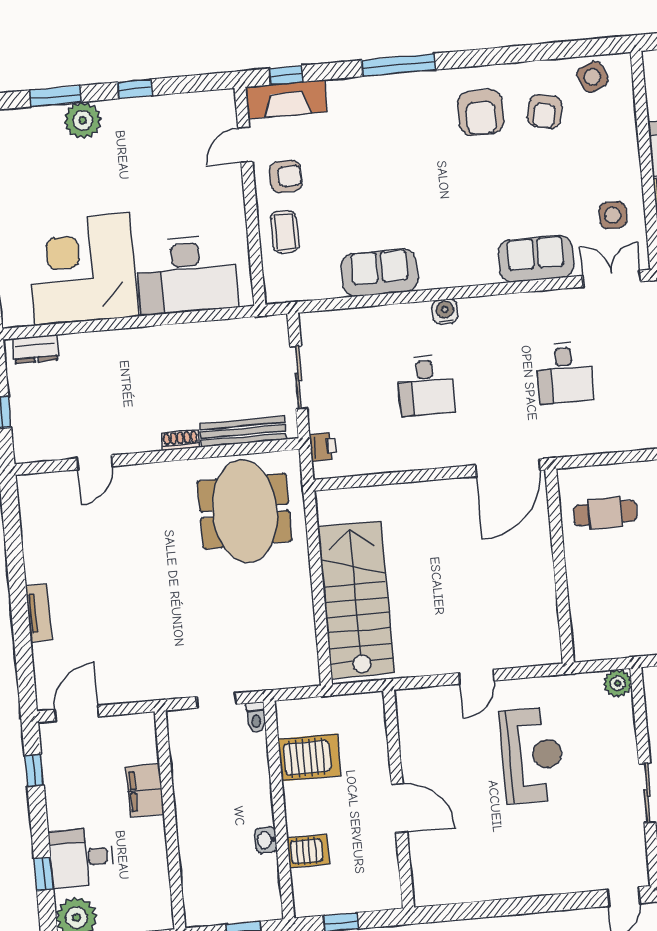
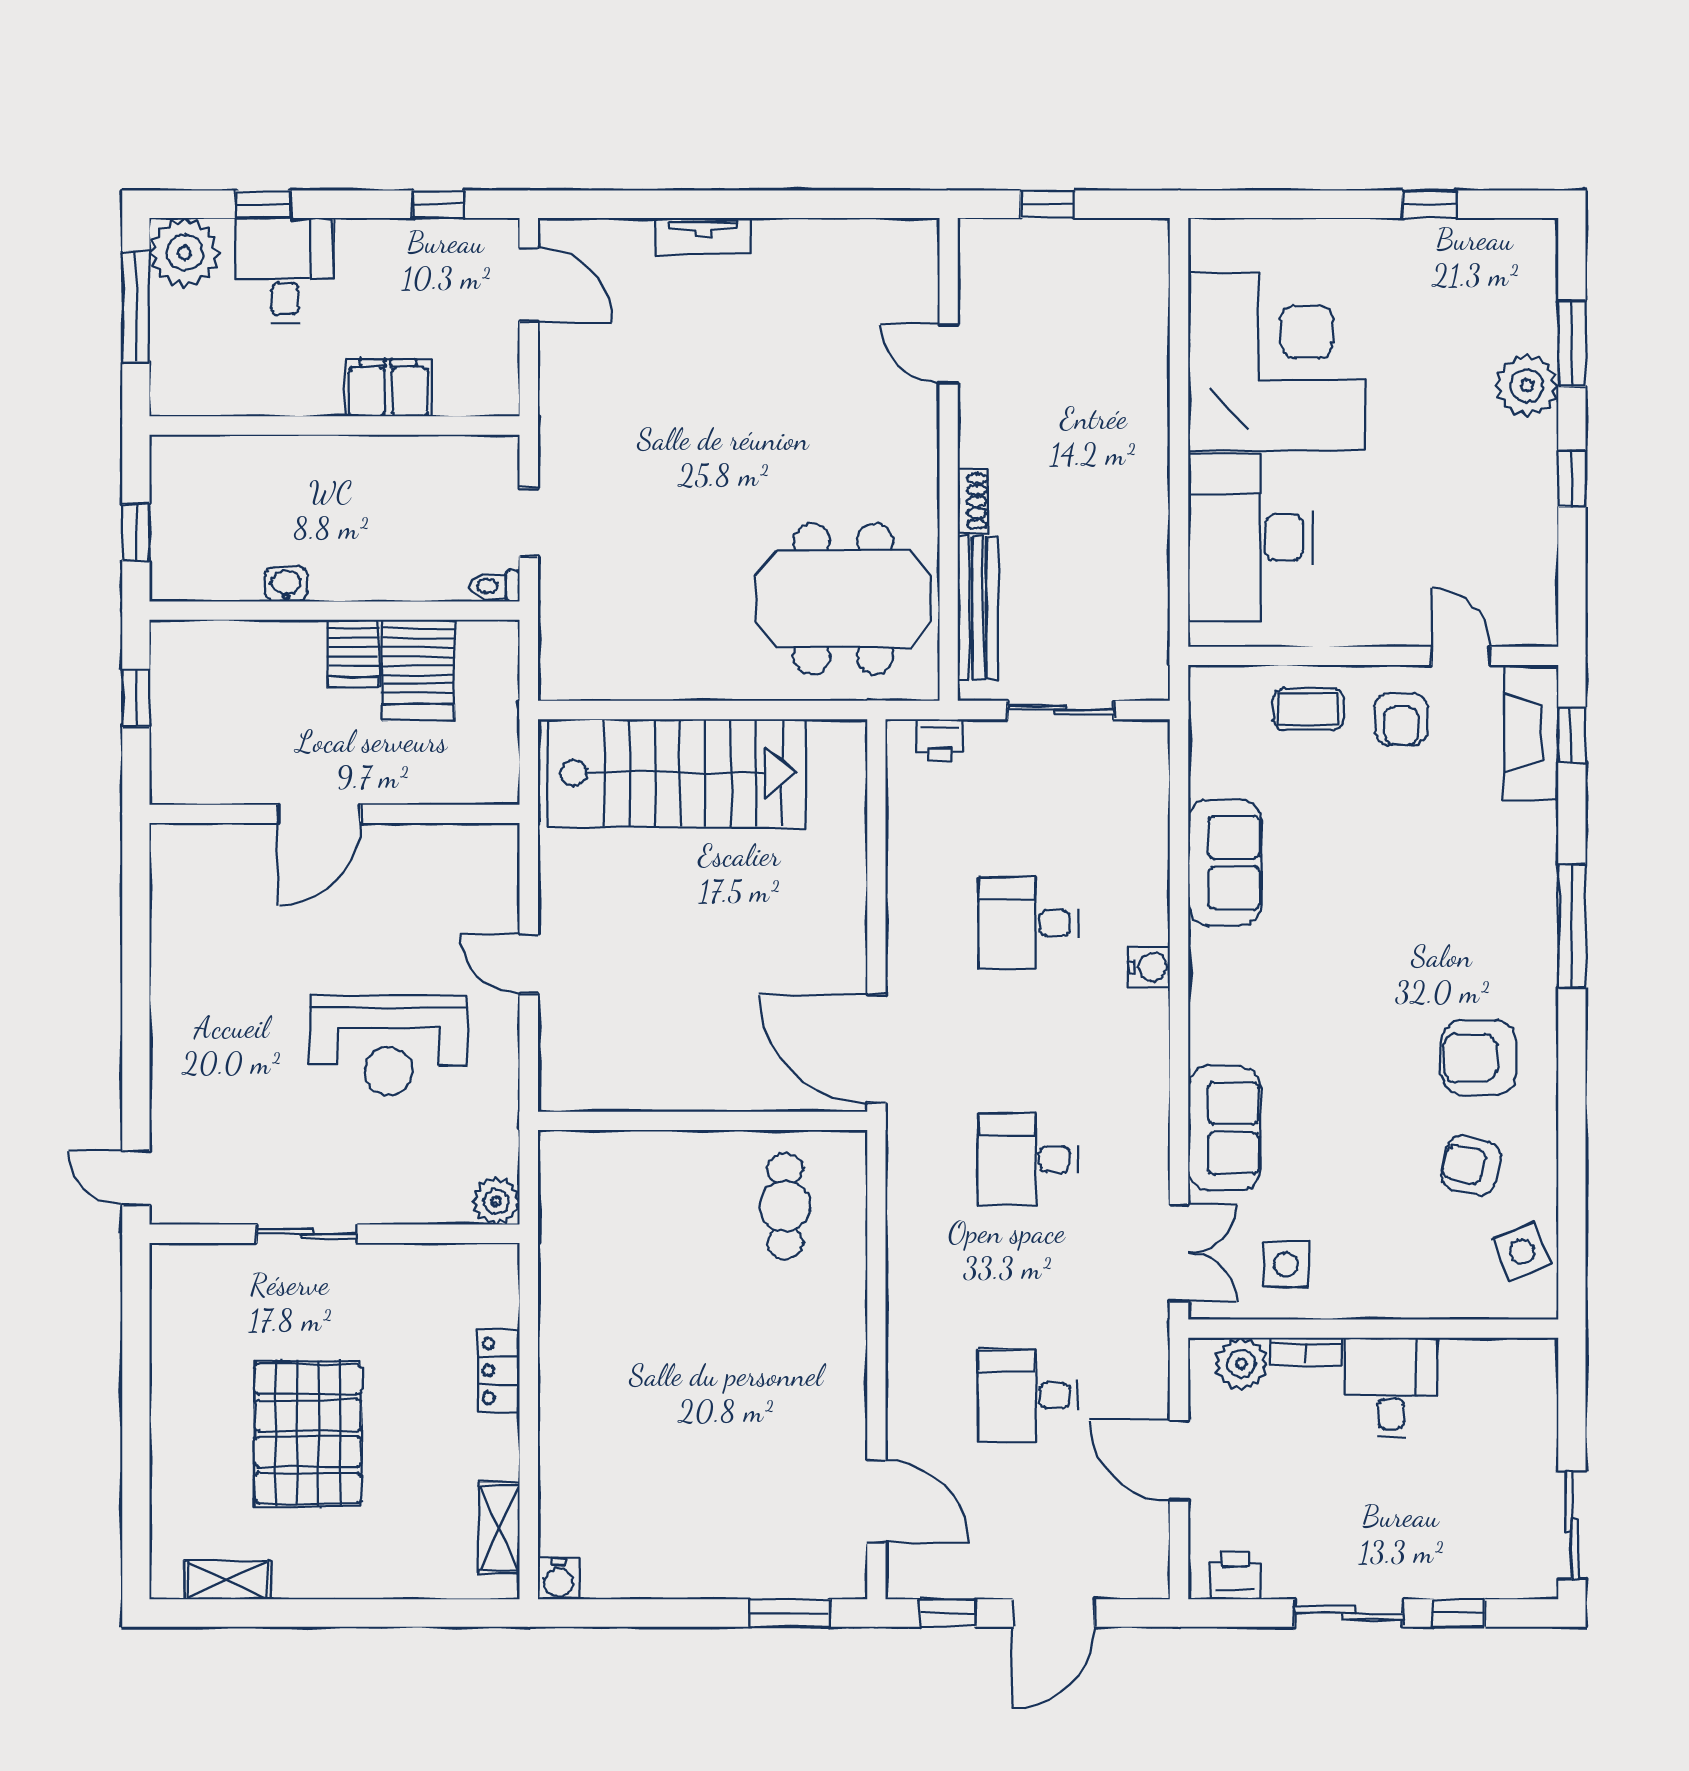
dresser: (35, 349) -> (1148, 271), removed
server rack: (308, 851) -> (353, 654), moved

